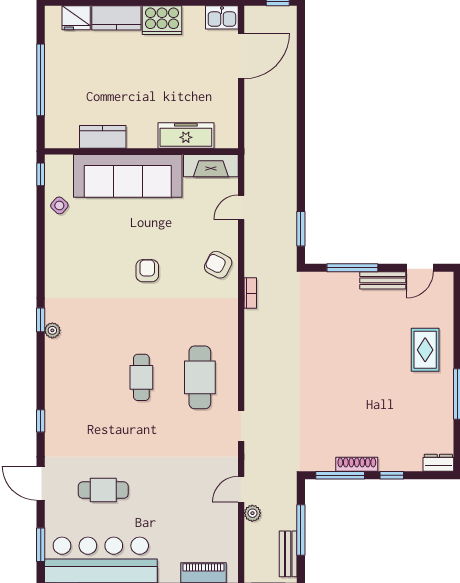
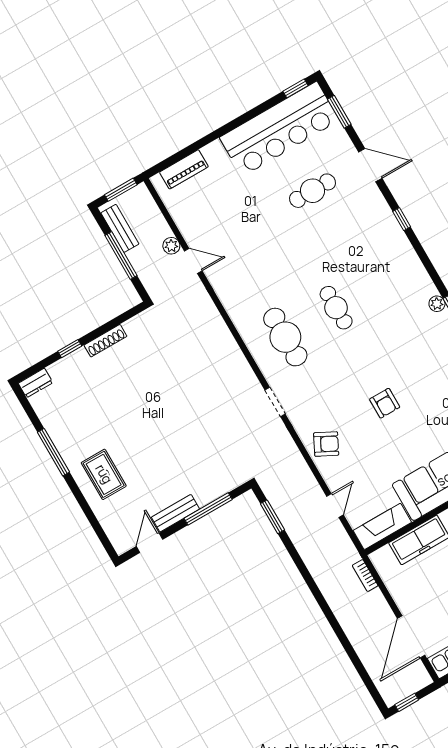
bookcase: (250, 293) -> (365, 576), moved
doorway: (241, 426) -> (275, 402), moved
window: (340, 475) -> (114, 323), removed
door: (241, 489) -> (193, 261), hinge flipped

